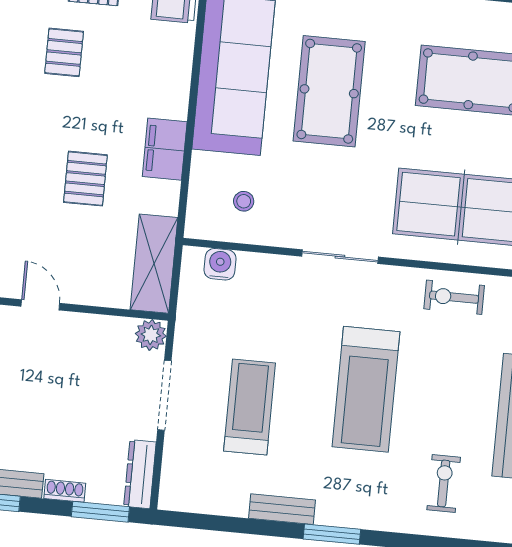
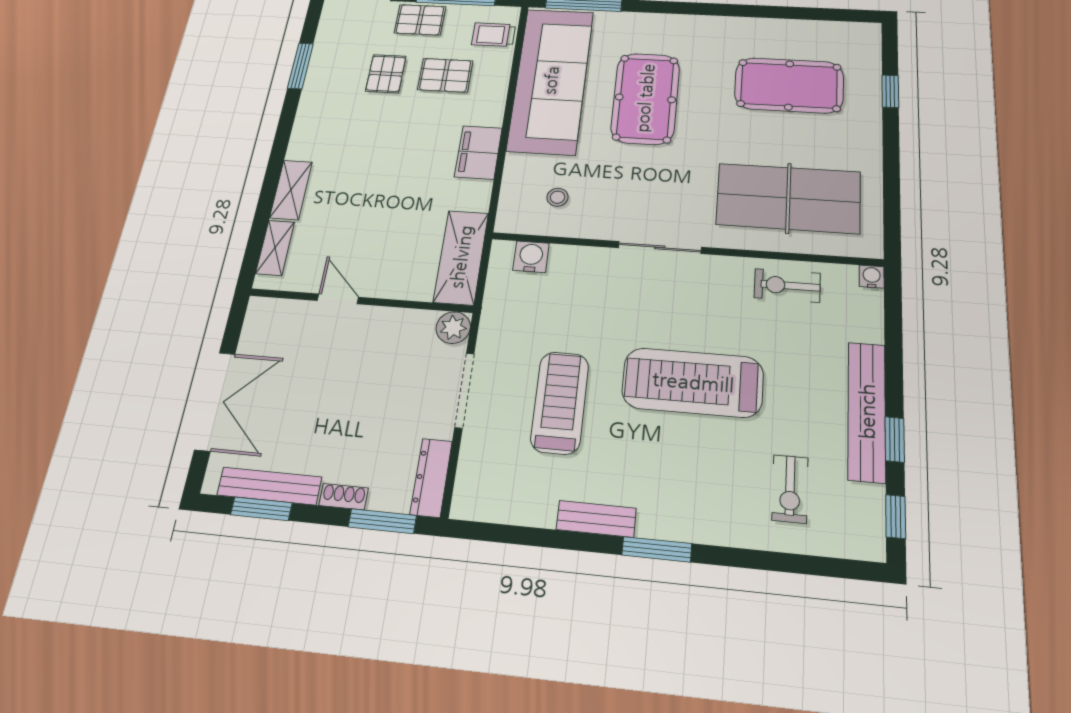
pallet: (85, 179) -> (445, 75), moved, turned 90
treadmill: (366, 389) -> (693, 382), turned 90
exercise bike: (444, 483) -> (790, 489), turned 180

